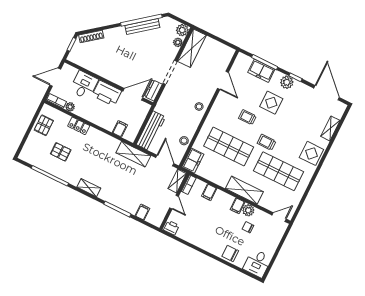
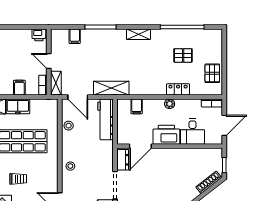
plant: (70, 107) -> (170, 104), moved
freezer: (193, 161) -> (18, 106), moved, turned -90

